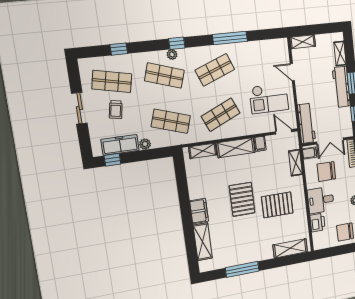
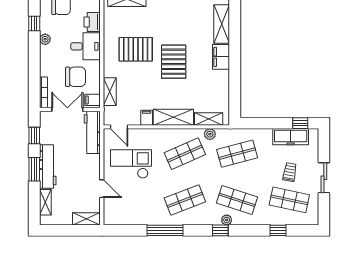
shop shelf: (171, 121) -> (237, 154), turned -33
plant: (145, 144) -> (210, 134), moved

